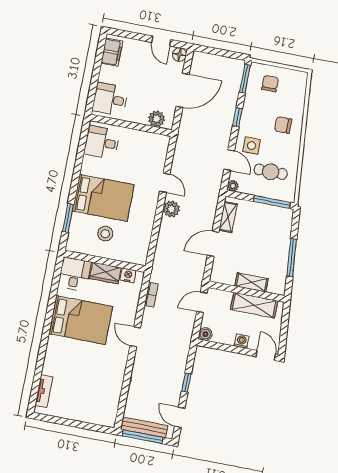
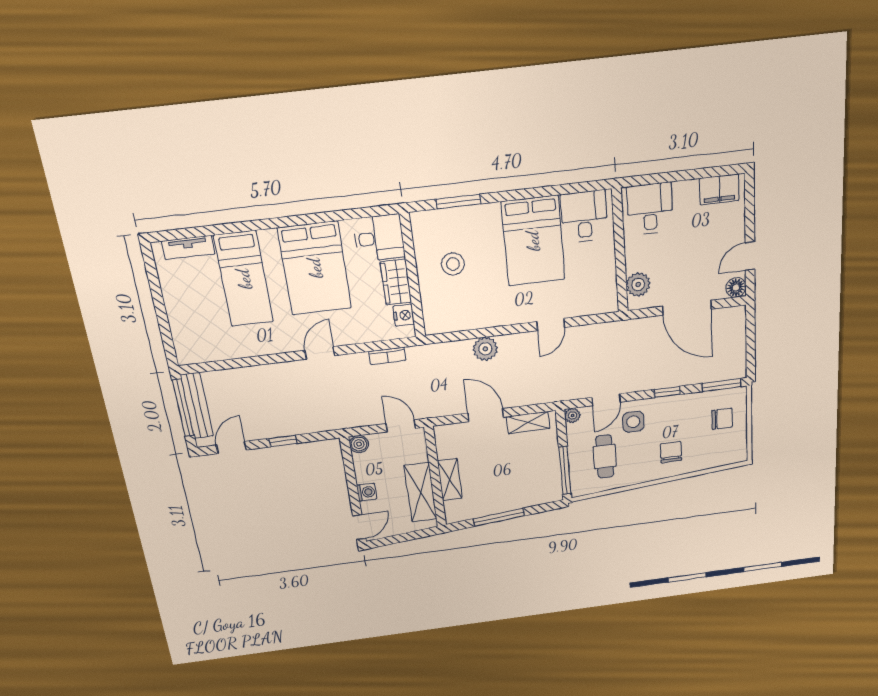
bed: (103, 198) -> (533, 241), moved
plant: (171, 209) -> (485, 349), moved
bed: (73, 366) -> (244, 279), added

